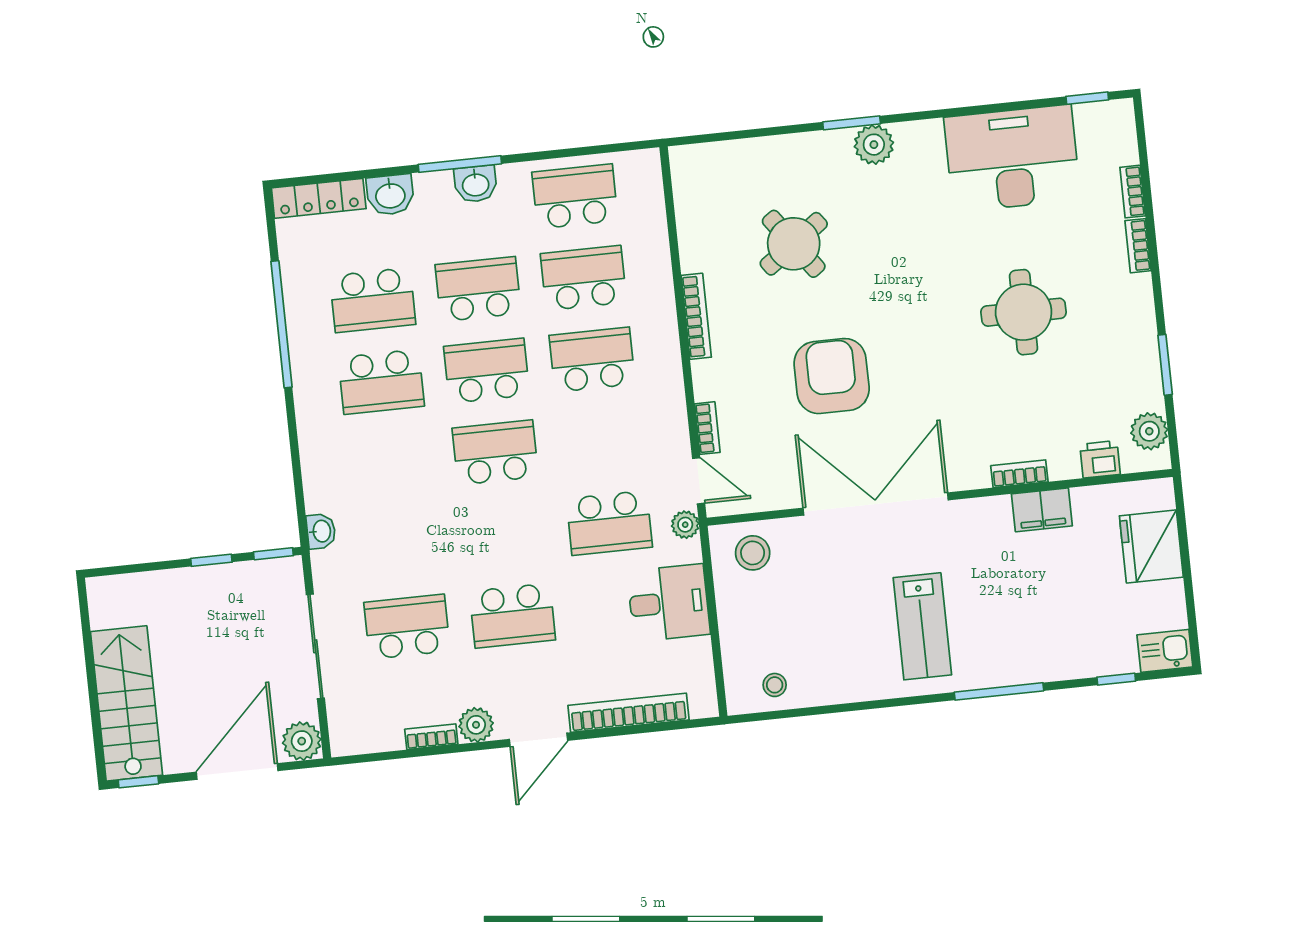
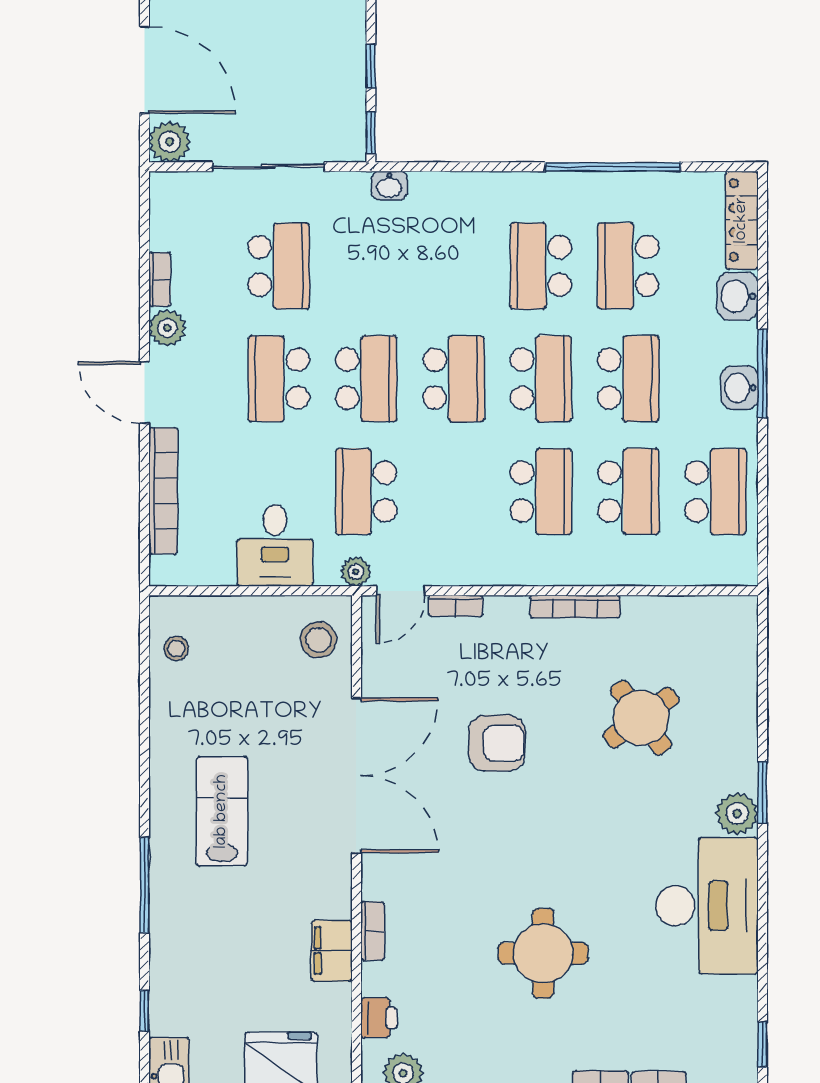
desk: (1012, 158) -> (707, 906), moved
armchair: (832, 376) -> (497, 743), width x0.73, depth x0.73
school desk: (504, 534) -> (366, 379), added
lab bench: (922, 626) -> (222, 811), turned 90

